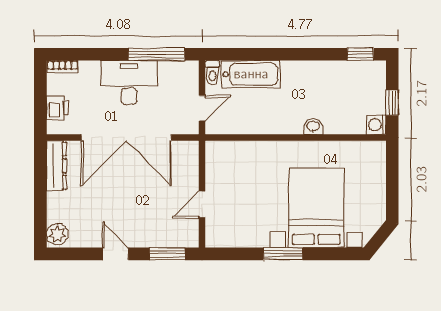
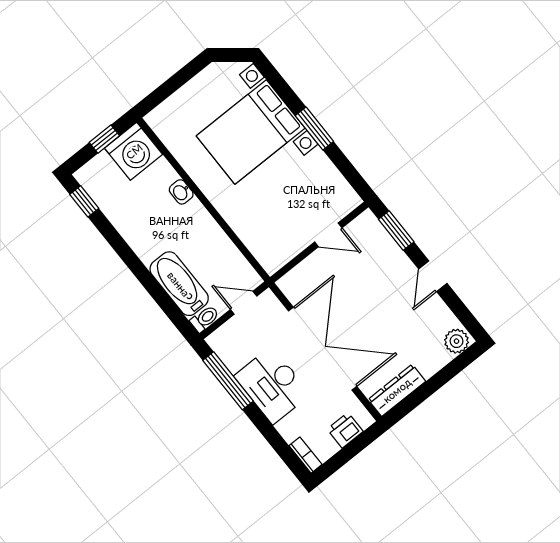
washing machine: (376, 125) -> (134, 151), width x1.89, depth x1.89

